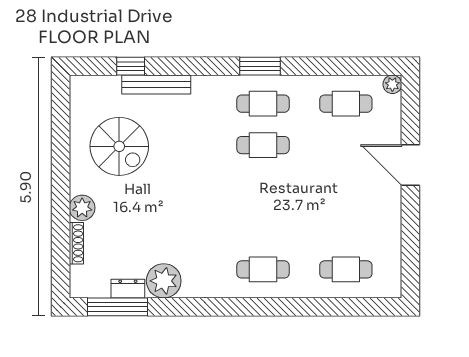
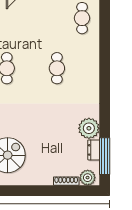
plant: (82, 208) -> (88, 178), moved
cafe table: (263, 269) -> (57, 68), moved

